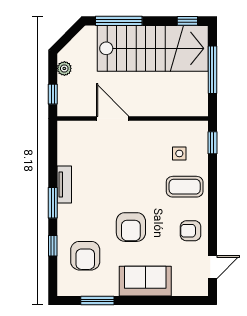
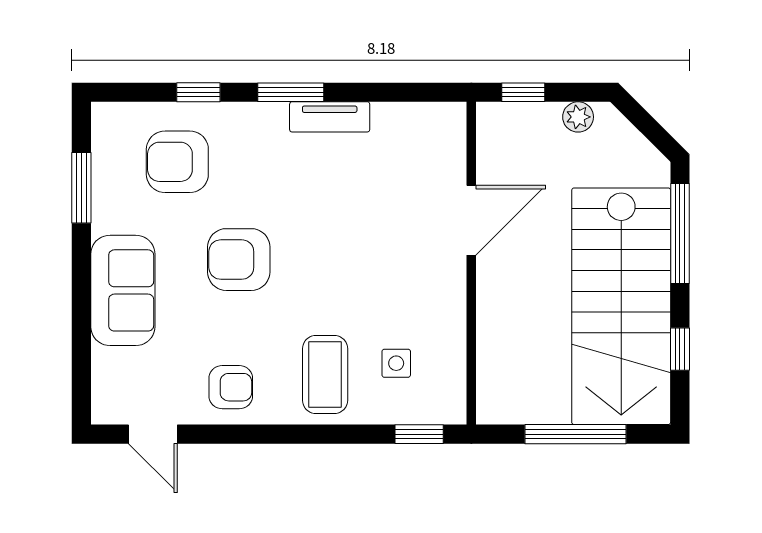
window: (187, 21) -> (680, 349), moved
armchair: (191, 231) -> (231, 387), turned 90

